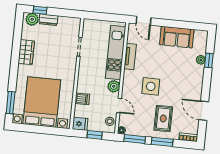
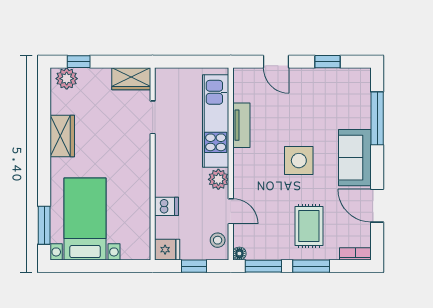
dresser: (48, 20) -> (95, 76), removed
door: (143, 21) -> (276, 62), moved
wardrobe: (69, 23) -> (131, 79), added
window: (184, 25) -> (328, 62), added
sofa: (177, 37) -> (355, 158), moved, turned 90
plant: (201, 60) -> (363, 119), removed
window: (209, 60) -> (377, 118), width x2.17
side table: (151, 86) -> (299, 161), moved
bed with nightstands: (42, 102) -> (85, 219), width x0.73

